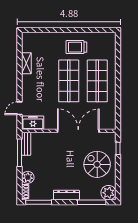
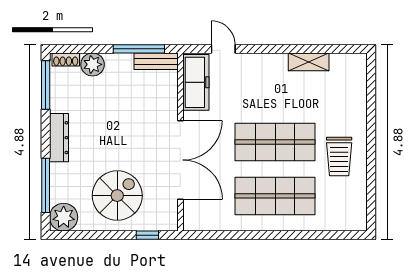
trolley: (76, 47) -> (339, 157), turned 180
freezer: (33, 123) -> (196, 82), width x1.40

